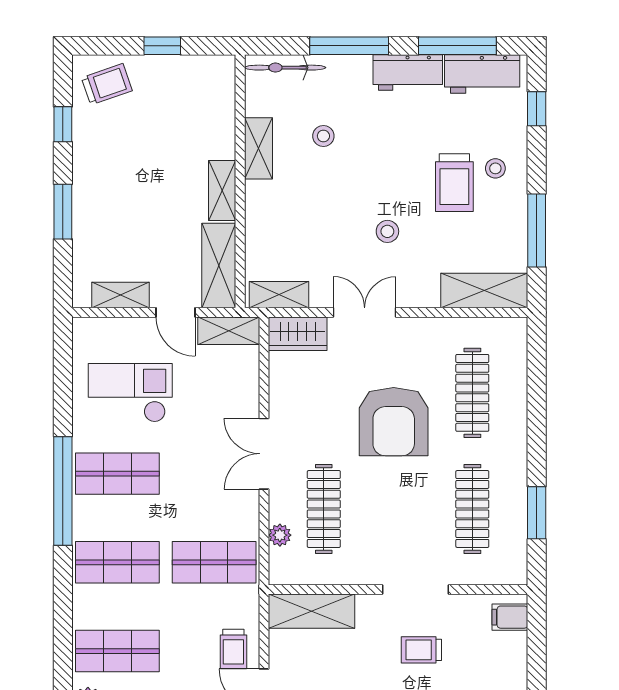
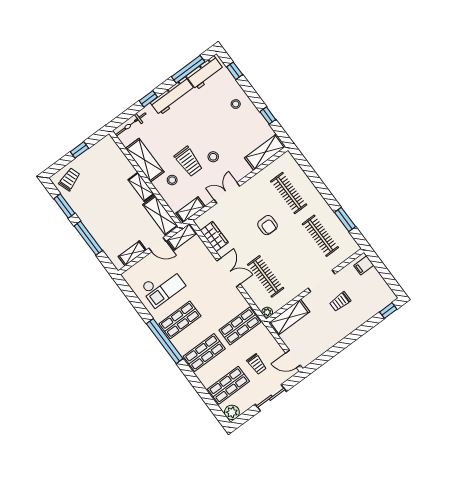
window: (349, 46) -> (148, 99), width x0.46
workbench: (408, 73) -> (172, 96), width x1.37
window: (63, 124) -> (64, 206), width x1.50
stool: (323, 136) -> (172, 180), moved
shelving: (258, 148) -> (145, 160), width x1.50, depth x1.33
trolley: (454, 183) -> (188, 162), moved
window: (63, 212) -> (88, 238), width x1.44
window: (537, 230) -> (268, 116), width x0.46
wardrobe: (298, 334) -> (214, 237), moved, turned -90
checkout: (130, 393) -> (163, 286), turned 180
armchair: (394, 422) -> (268, 225), width x0.53, depth x0.53
double door: (264, 454) -> (229, 272), swing flipped
plant: (280, 535) -> (267, 312), moved
trolley: (233, 649) -> (257, 364), moved

